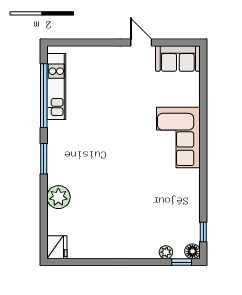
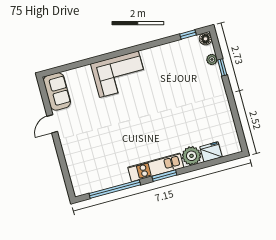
kitchen unit: (56, 86) -> (156, 167), moved
fridge: (57, 247) -> (211, 152), moved
window: (182, 262) -> (222, 67), moved

